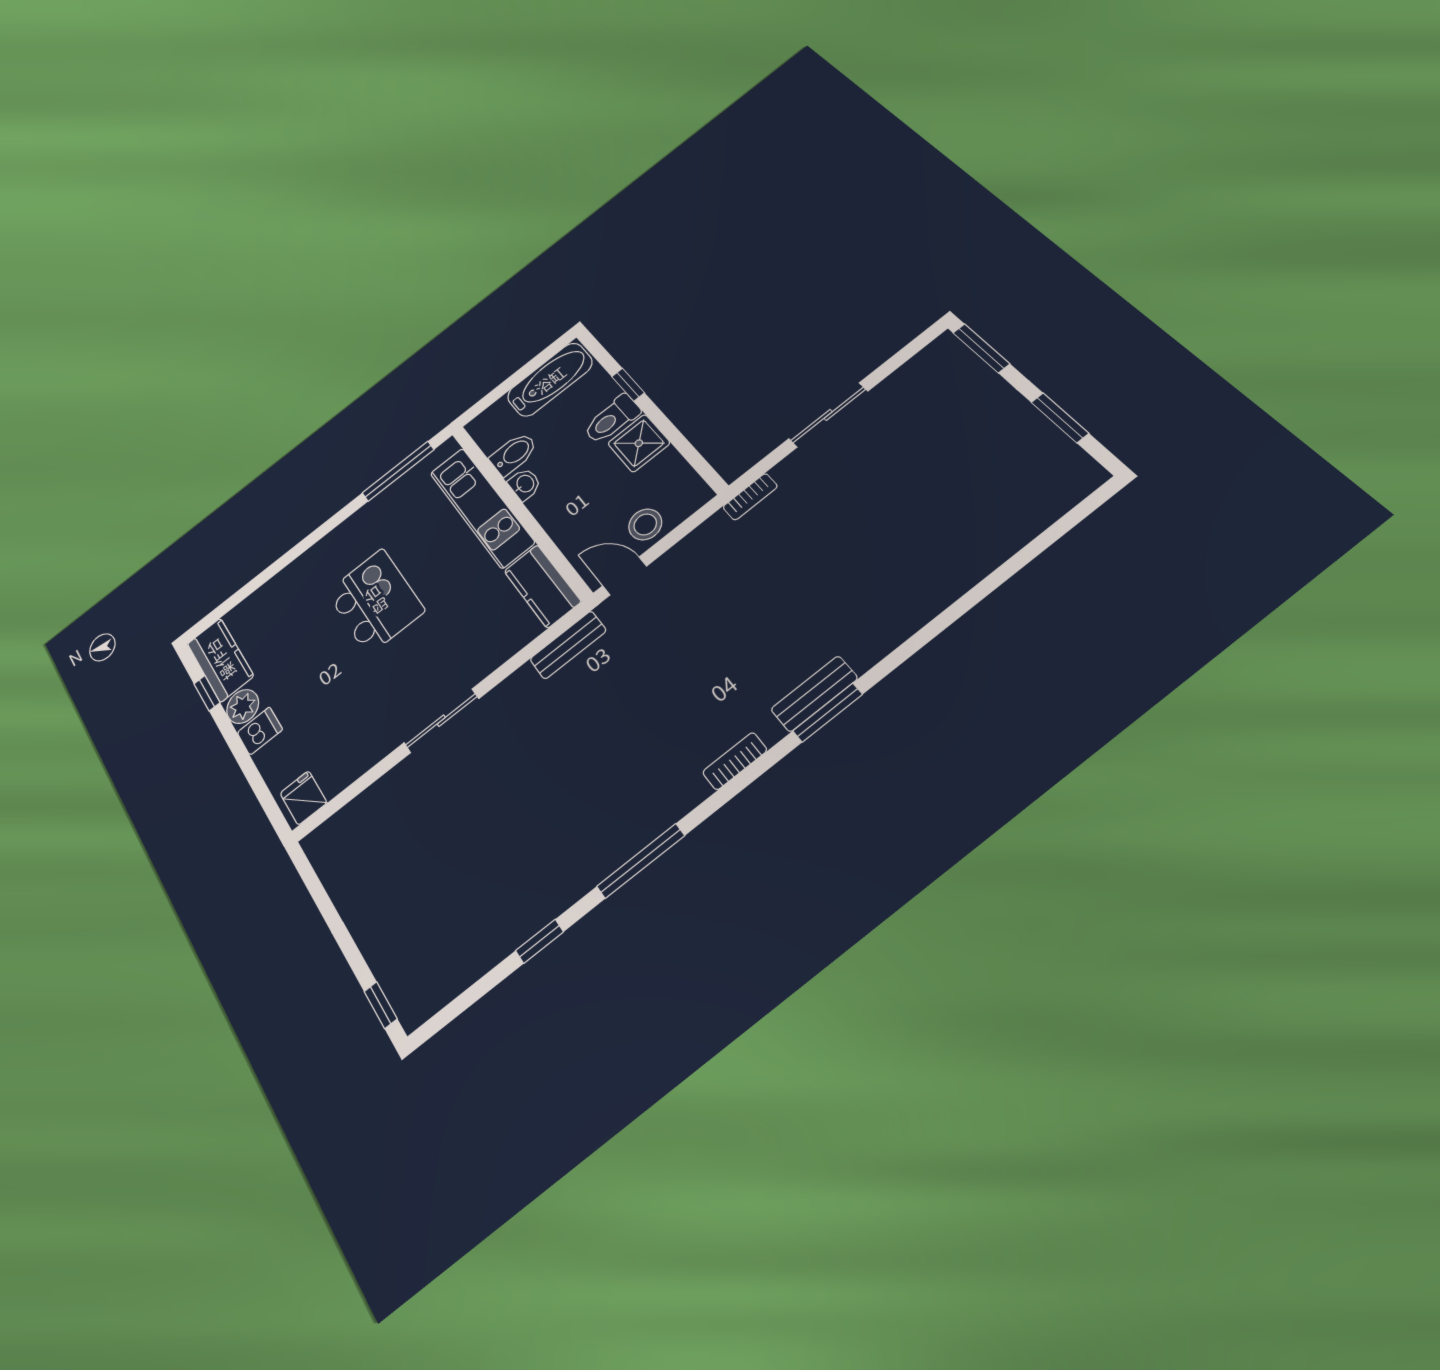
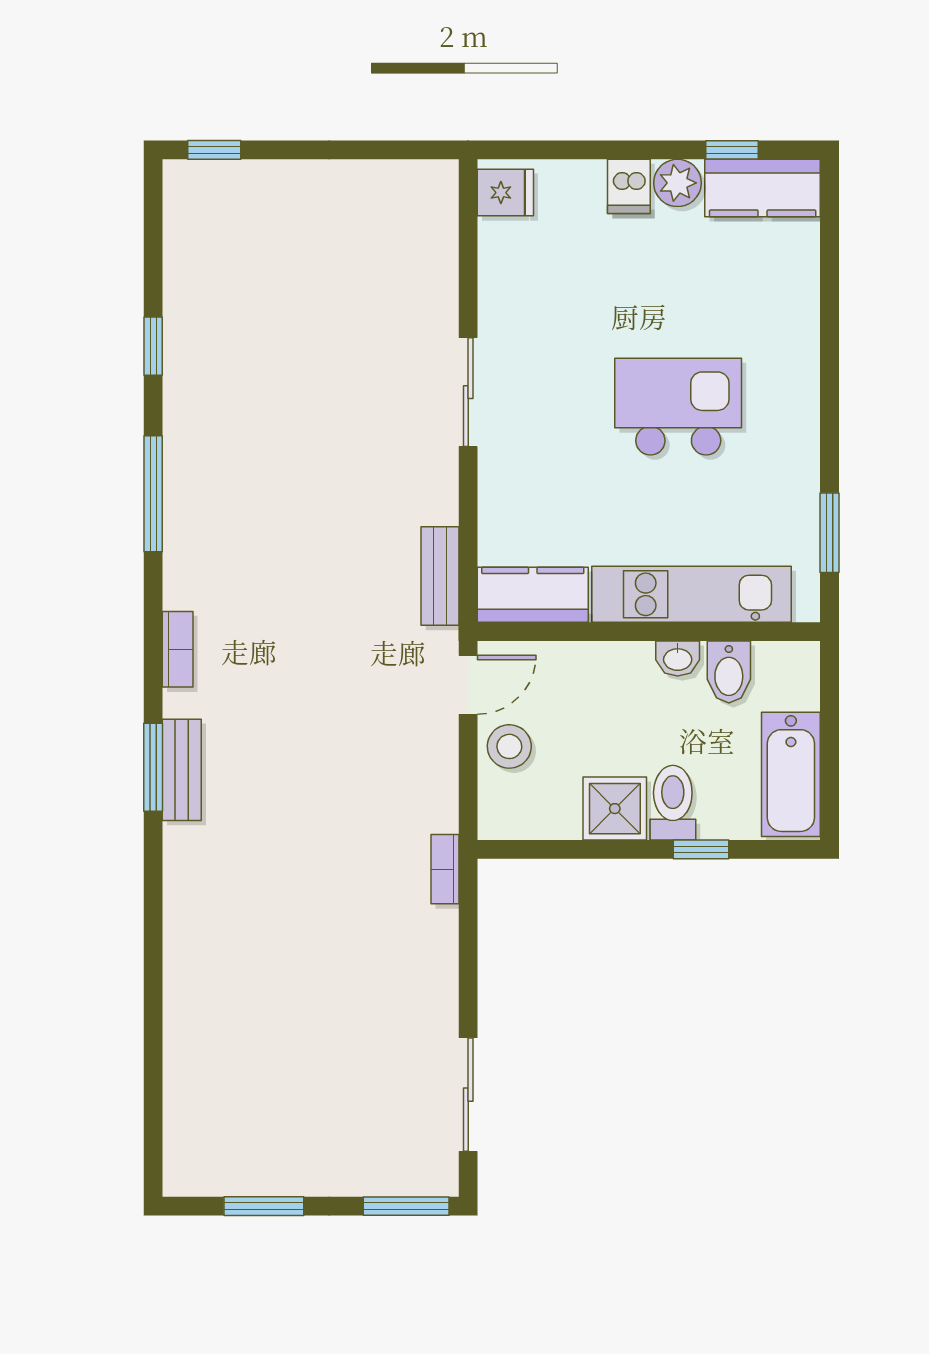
sliding door: (828, 415) -> (468, 1095), moved
window: (398, 471) -> (829, 533), width x0.69
kitchen island: (375, 601) -> (678, 407), turned 180

